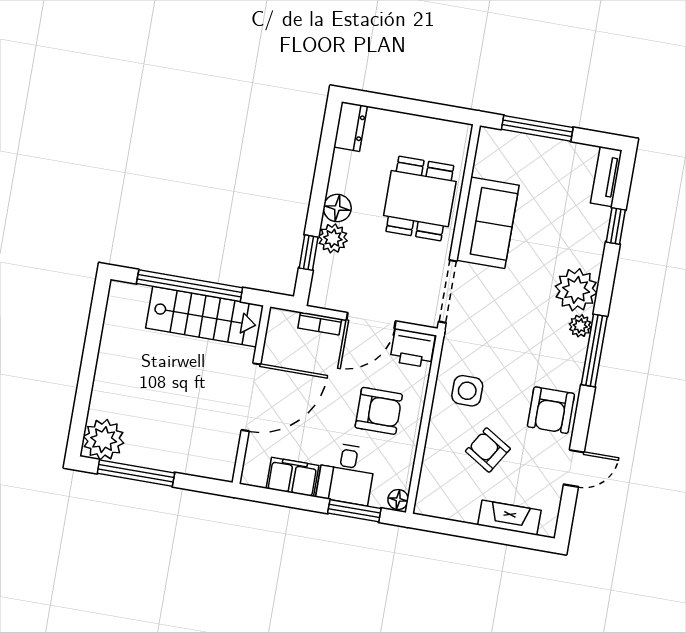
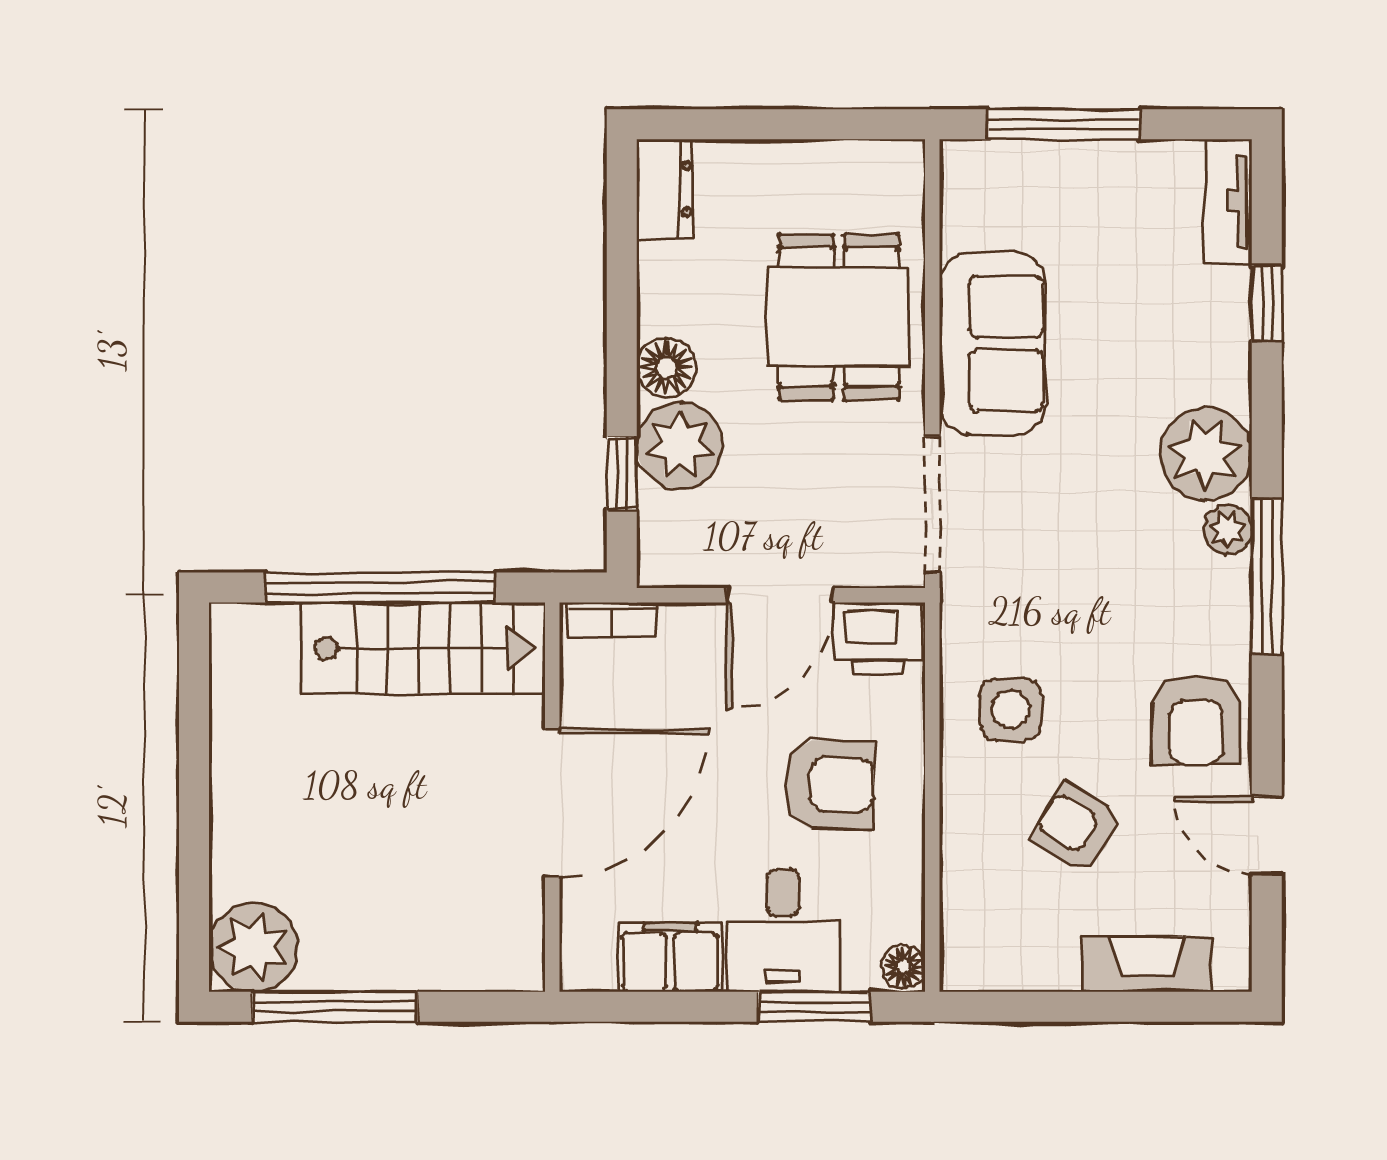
plant: (333, 238) -> (680, 446), width x1.36, depth x1.36
bookcase: (320, 323) -> (612, 620), moved
door: (574, 468) -> (1267, 835), swing flipped

